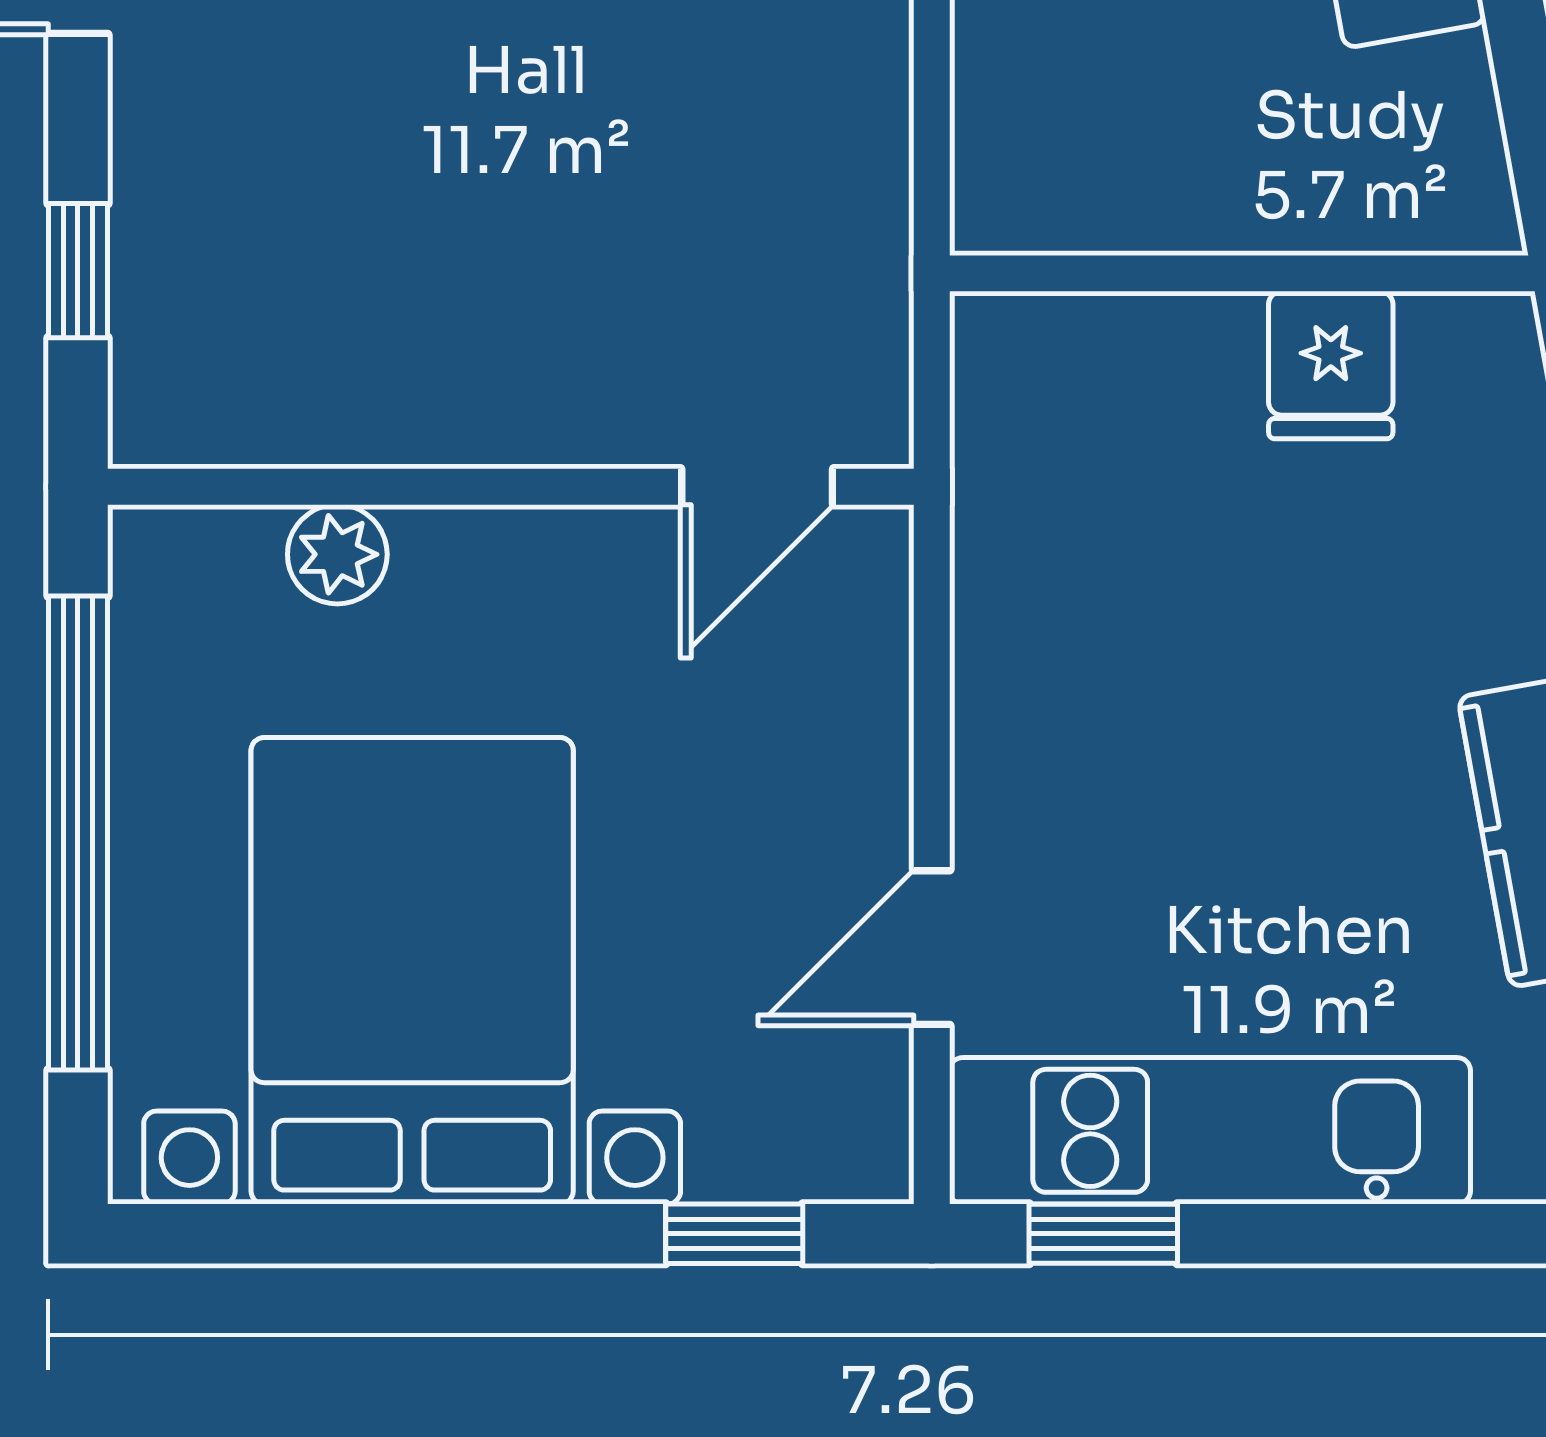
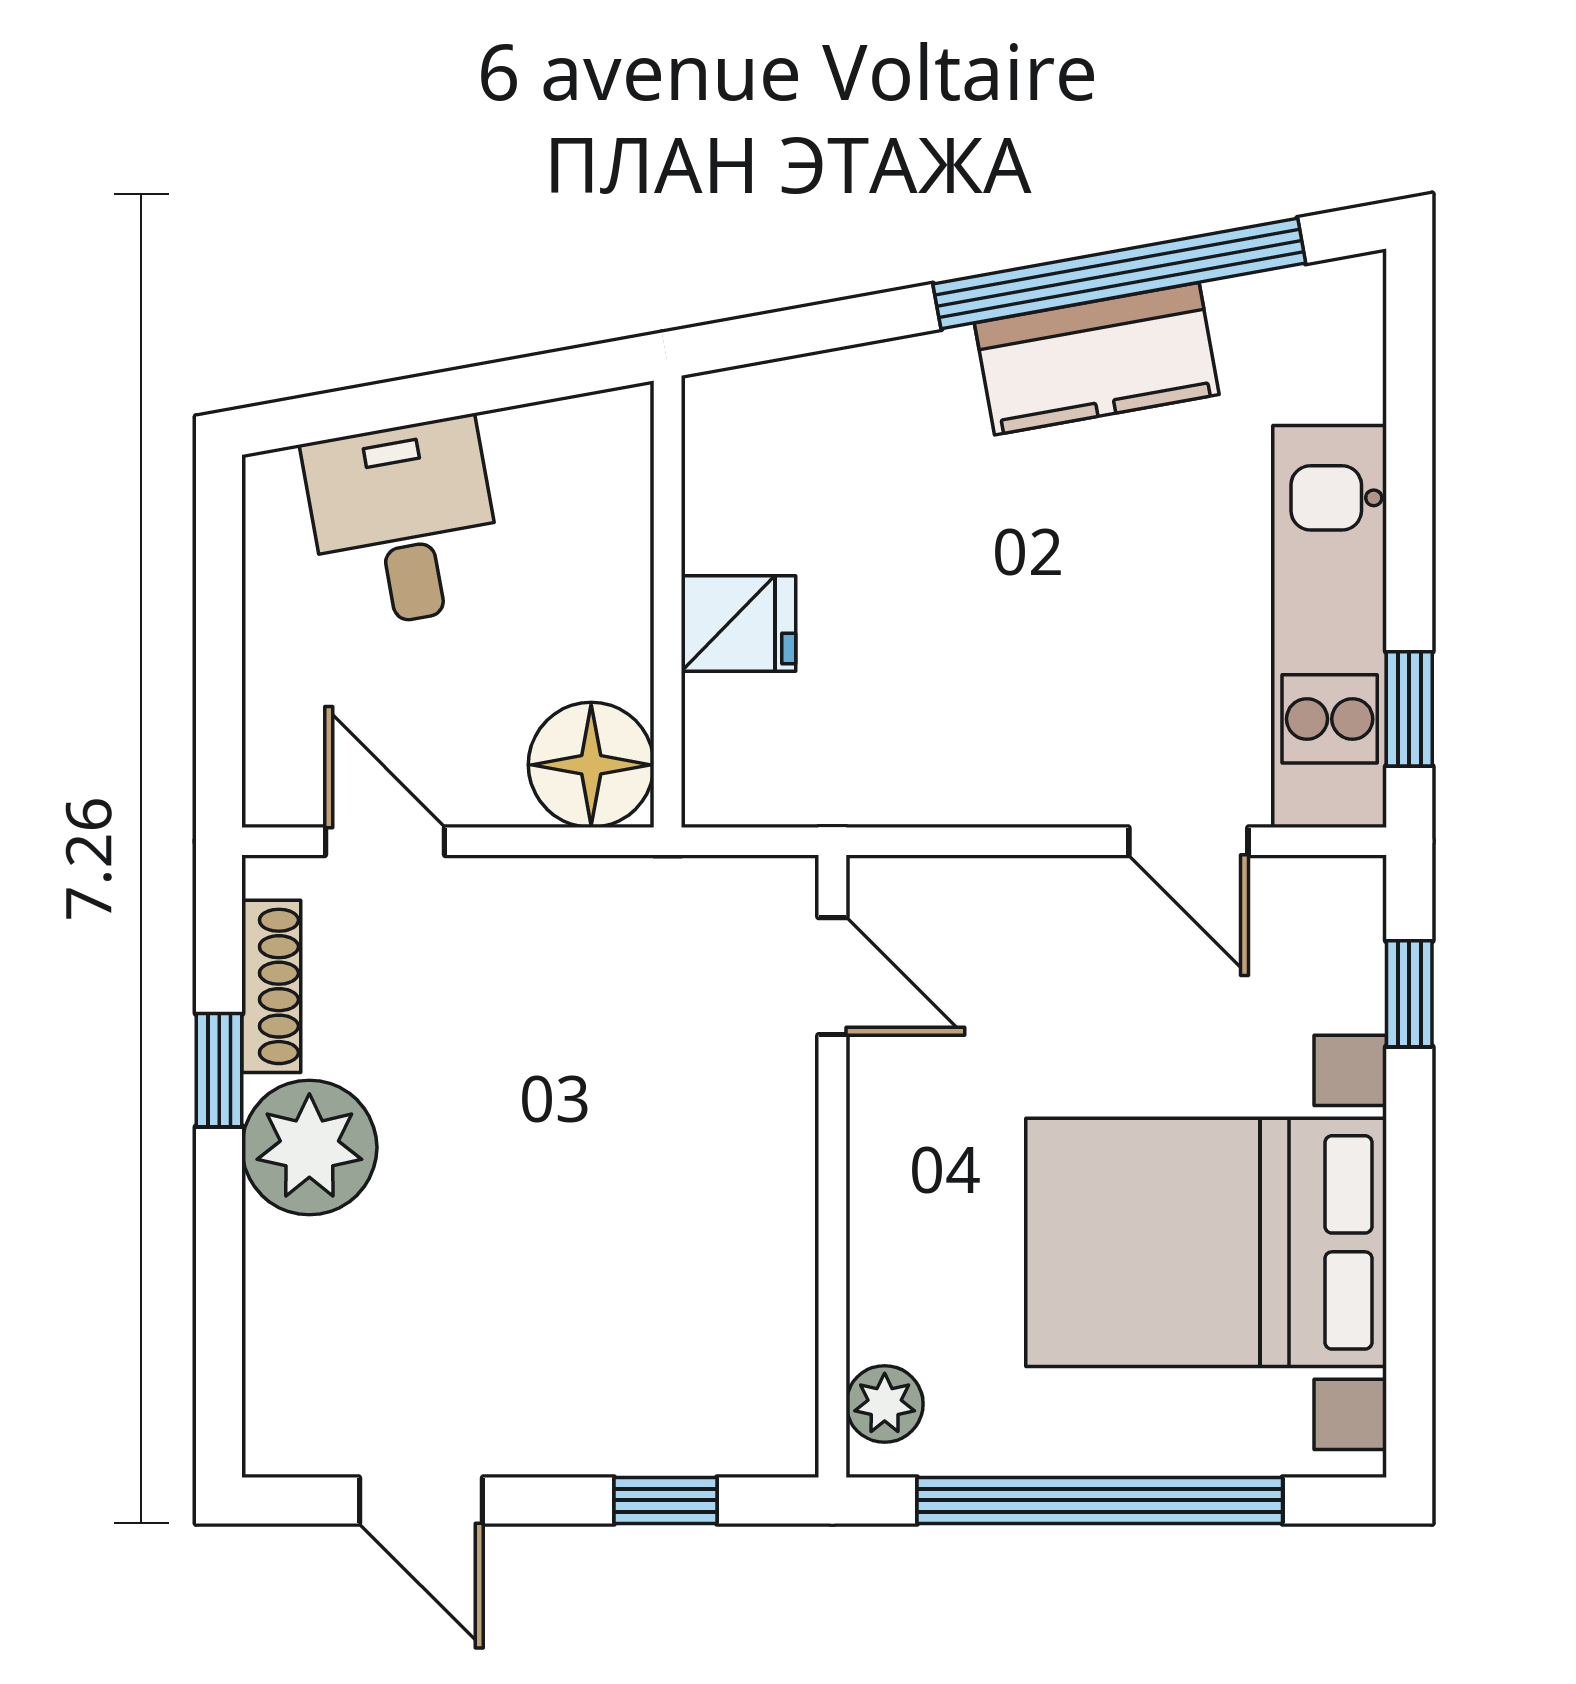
floor lamp: (1031, 174) -> (591, 765), added
fridge: (1331, 365) -> (738, 624), moved
plant: (337, 554) -> (885, 1404), moved

